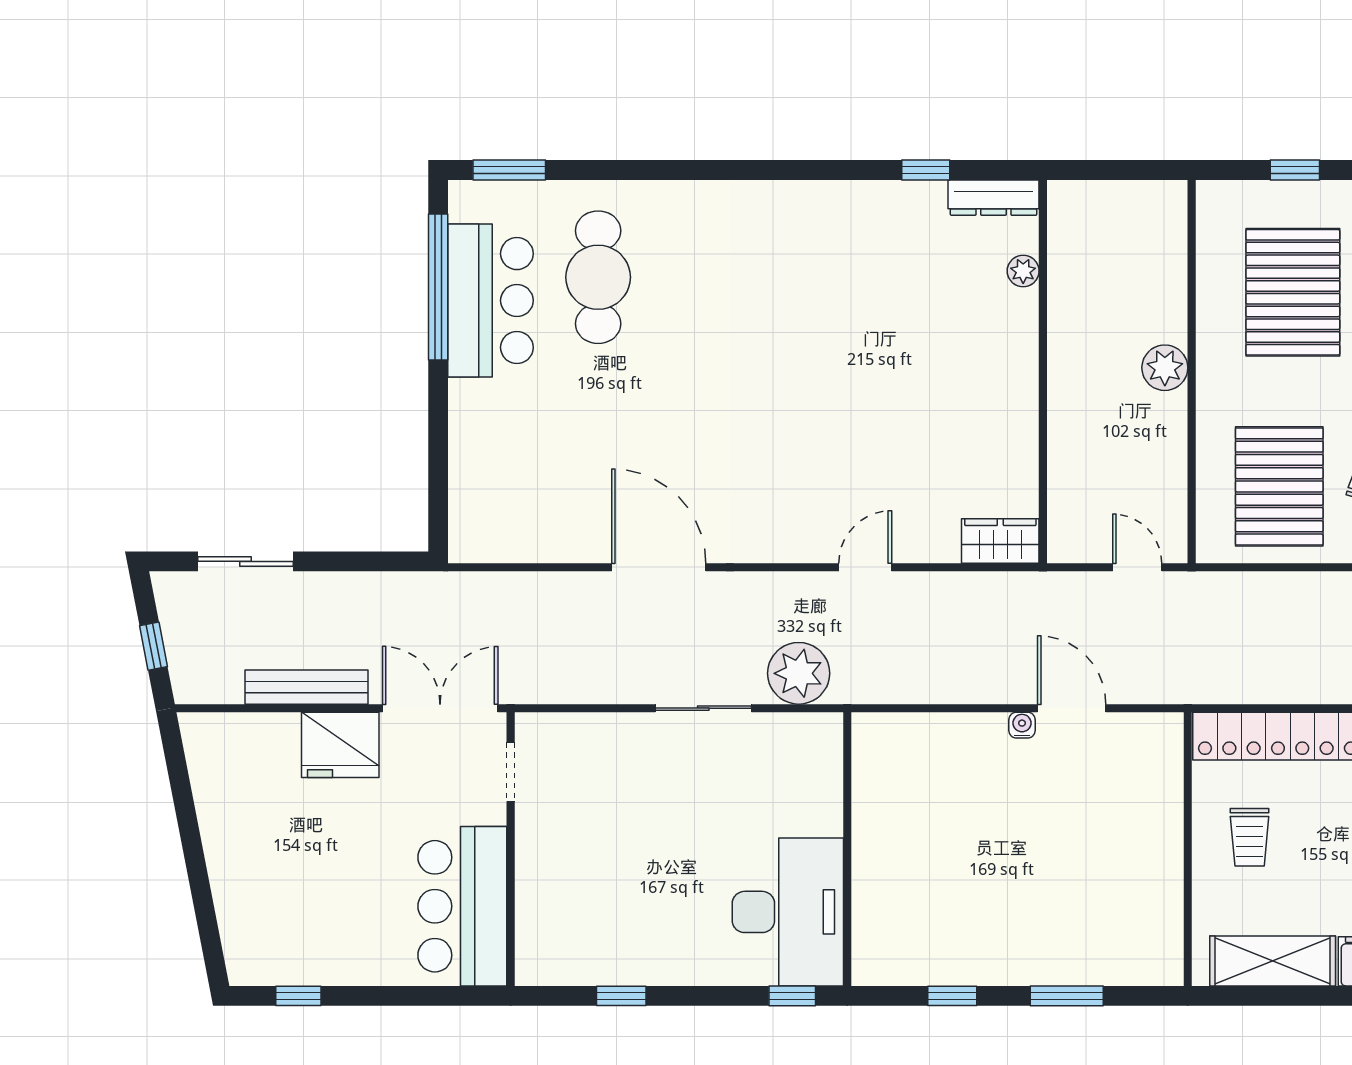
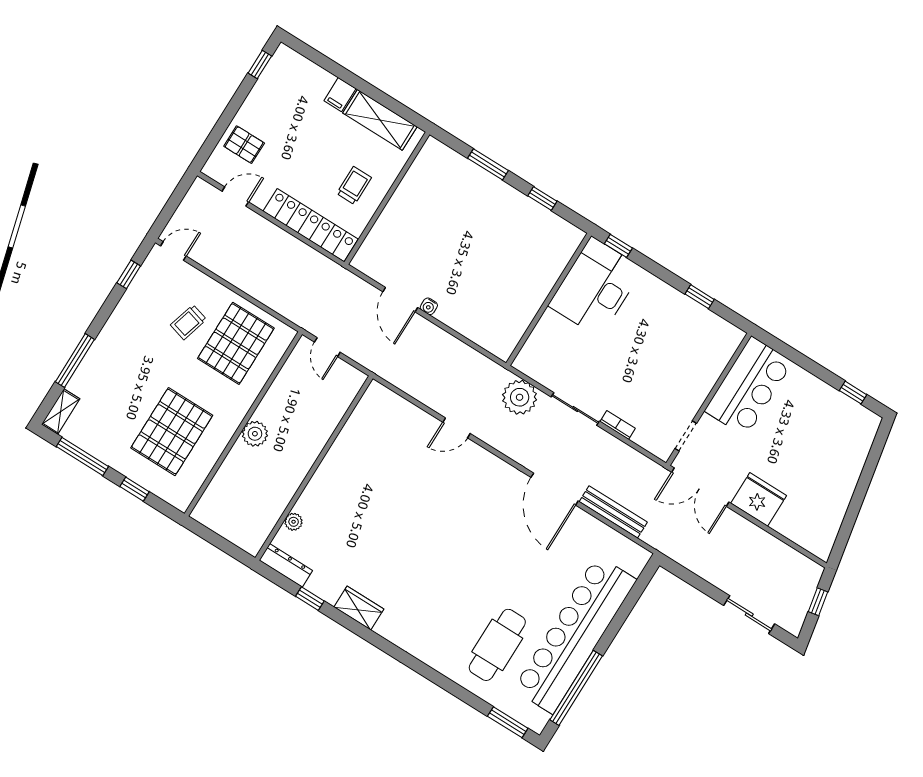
bar counter: (491, 301) -> (575, 635), width x1.86
wardrobe: (1000, 541) -> (359, 608), moved, turned 180
bench: (307, 687) -> (613, 512), moved
bookcase: (624, 724) -> (618, 425), added

